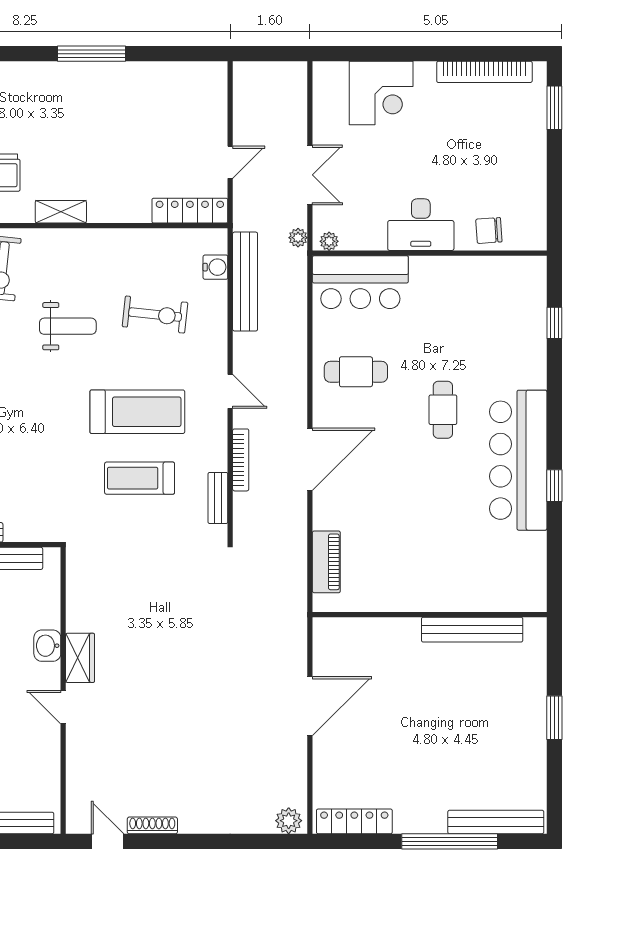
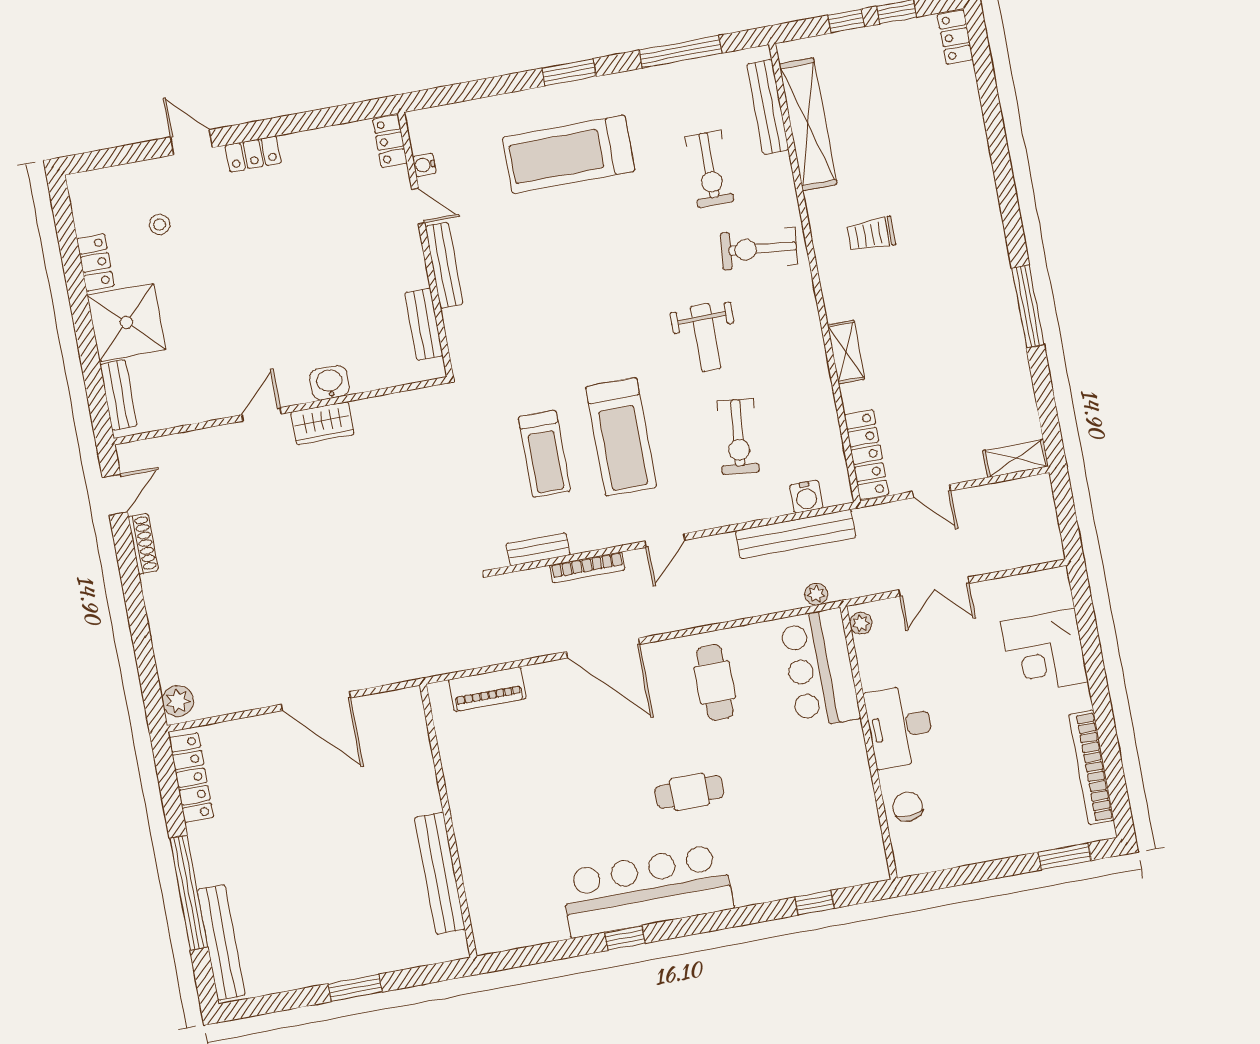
shelving: (216, 87) -> (1016, 458), added
shelving: (61, 212) -> (846, 352), moved
plant: (298, 238) -> (816, 594), moved
treadmill: (140, 478) -> (544, 454), turned 180

